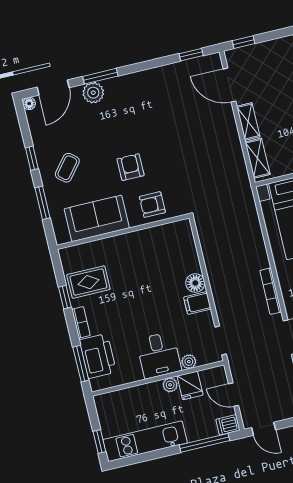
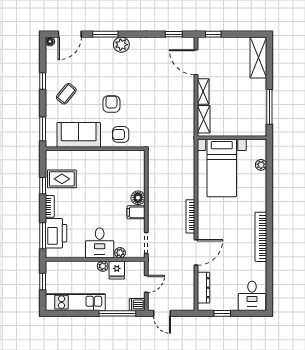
plant: (93, 93) -> (121, 45), moved
window: (42, 203) -> (43, 129), moved
door: (234, 395) -> (146, 284), swing flipped
window: (99, 441) -> (43, 281), moved

